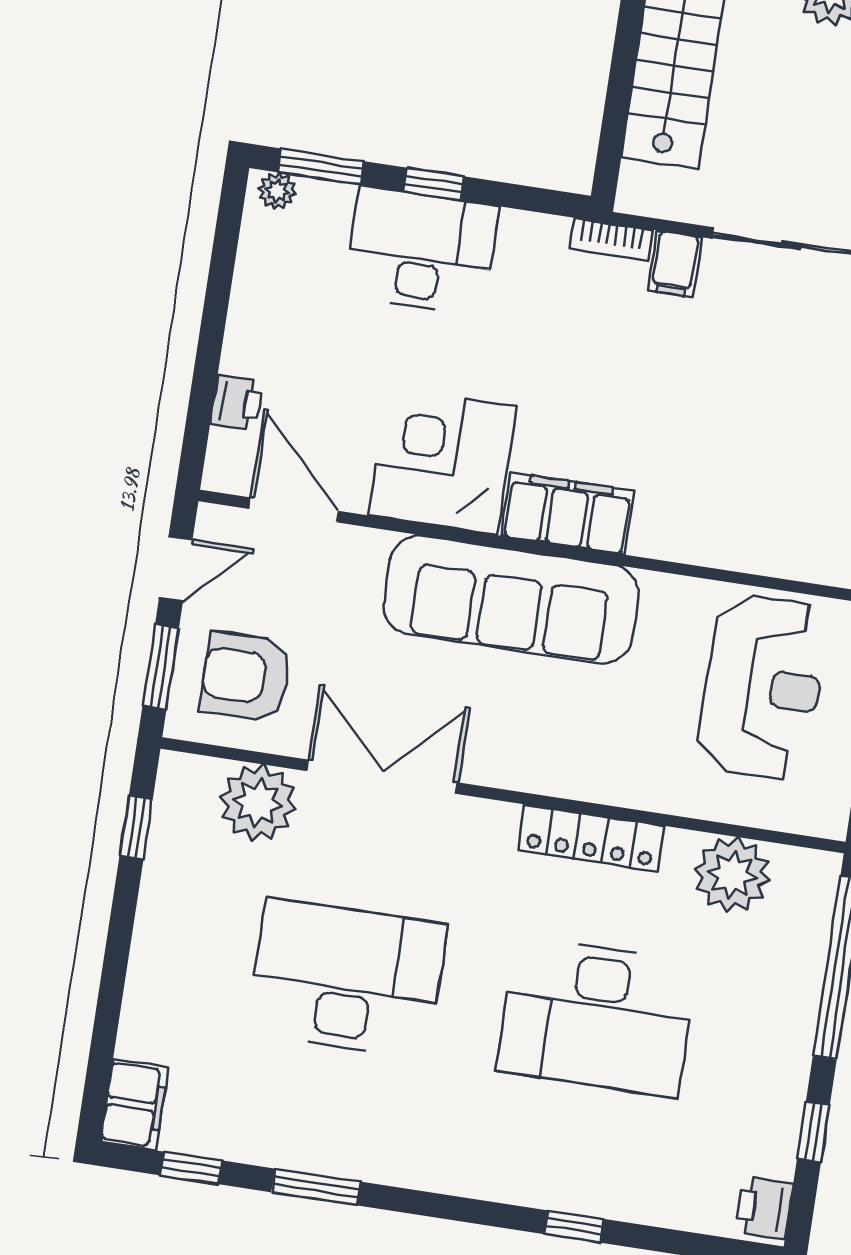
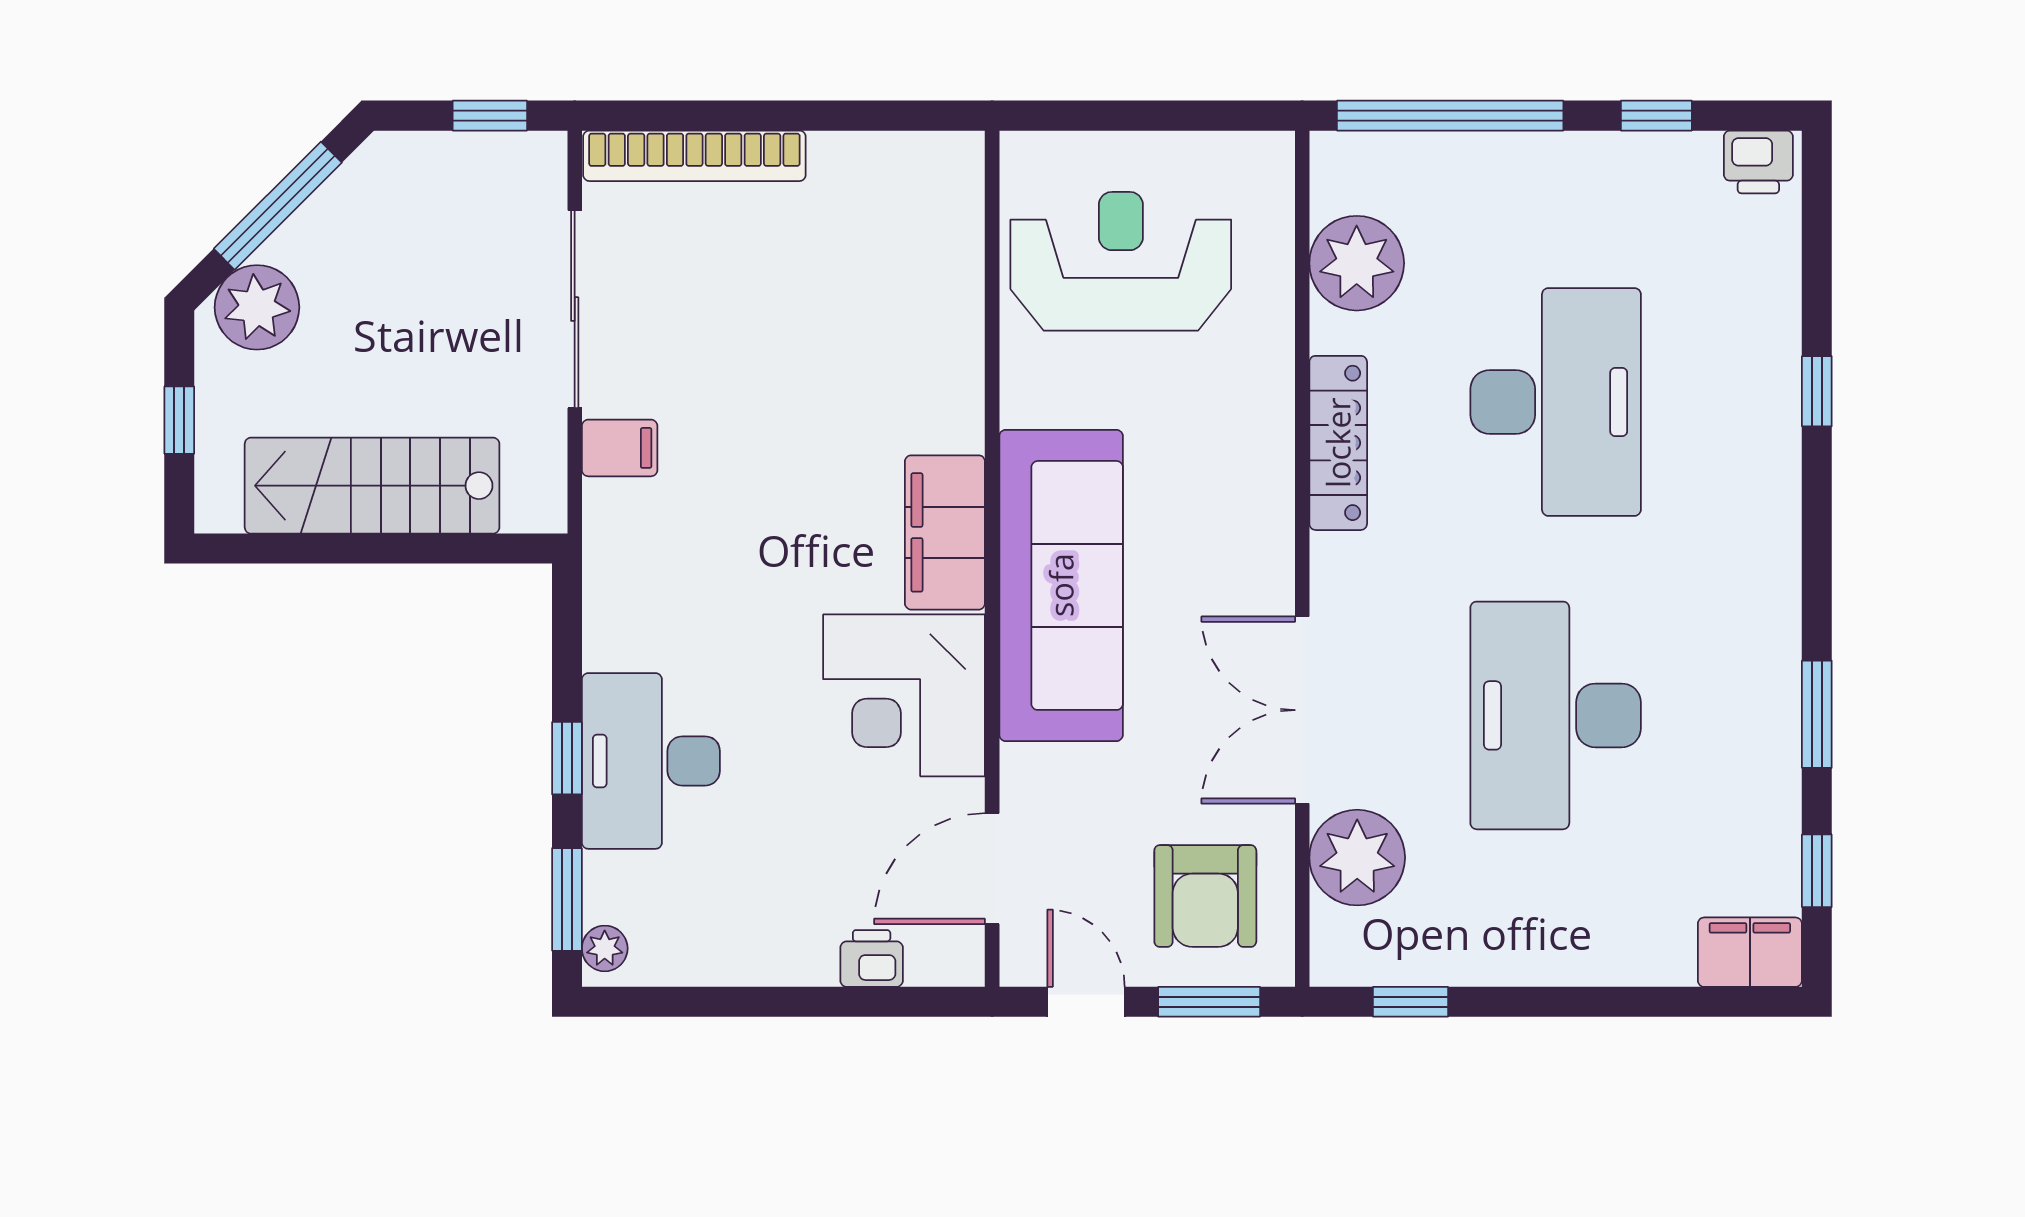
bookcase: (611, 239) -> (602, 530), removed

